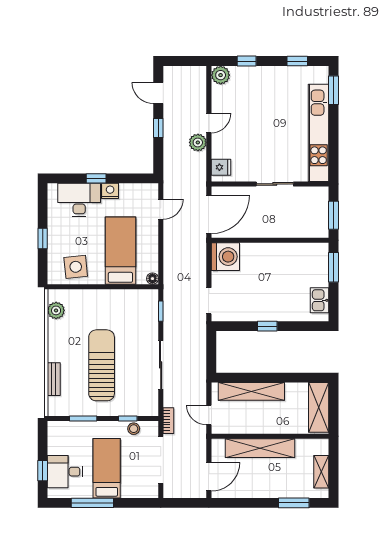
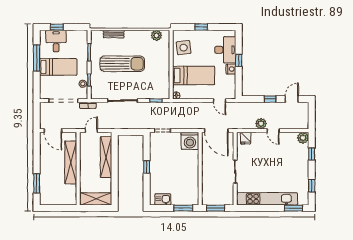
shelving: (321, 472) -> (56, 201), removed

